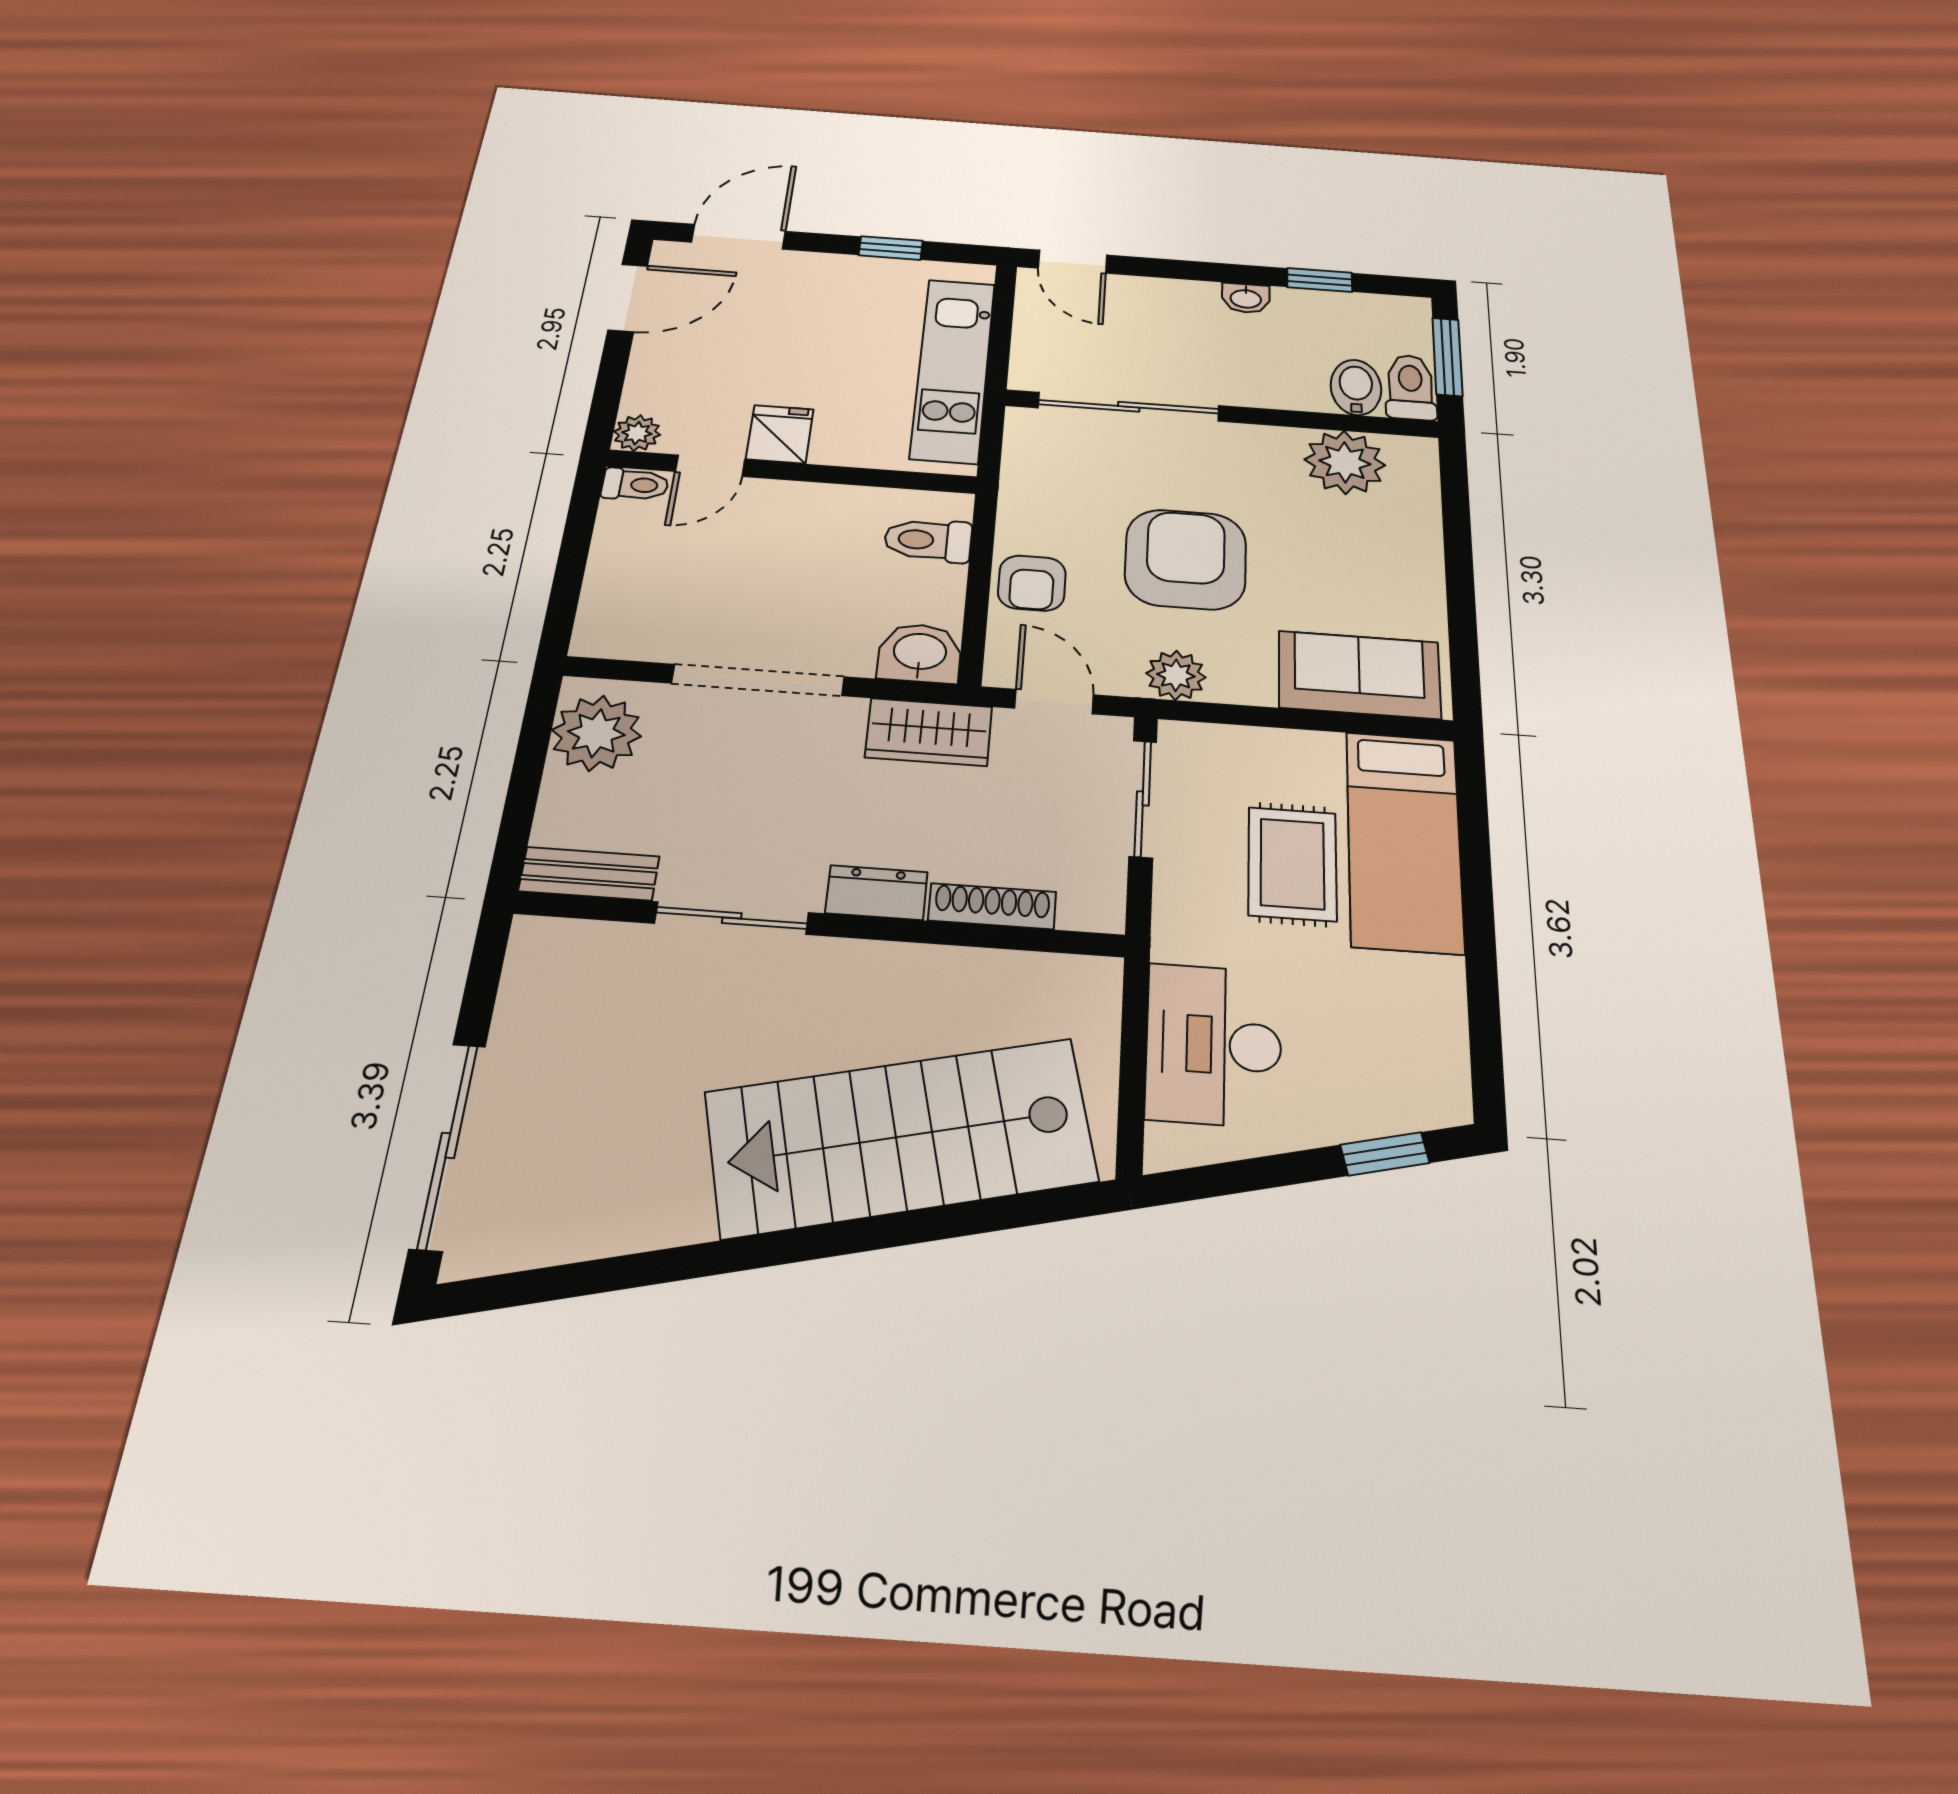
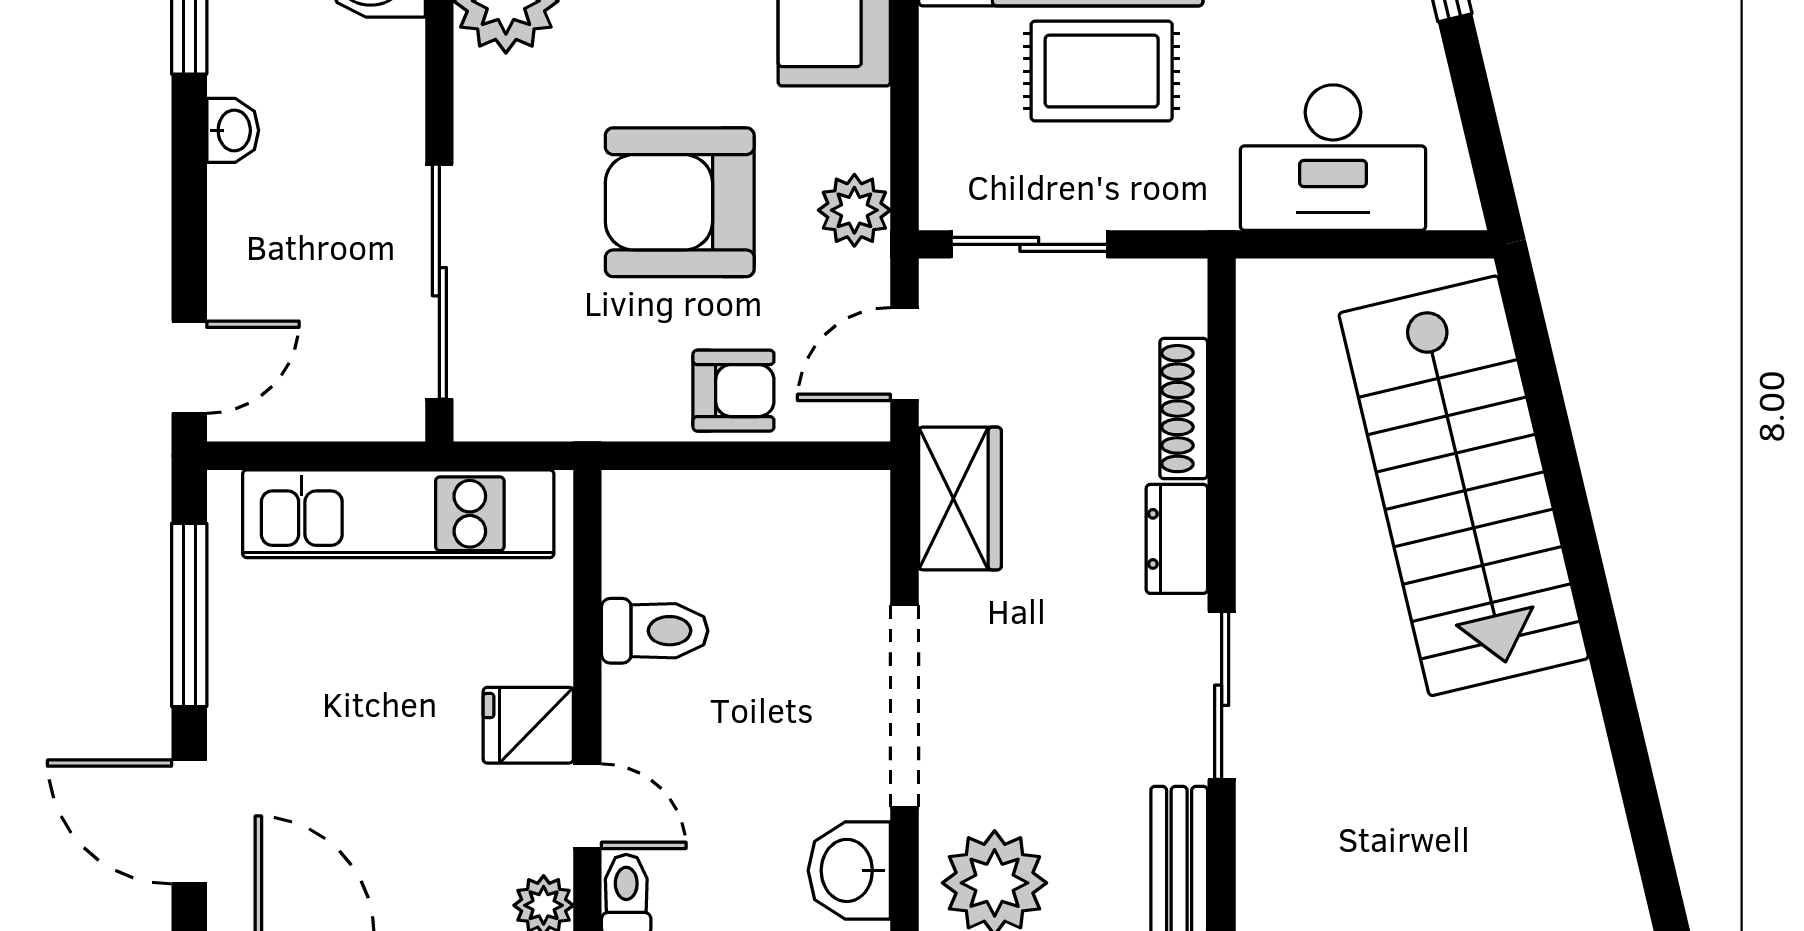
window: (891, 248) -> (189, 615), width x2.17
toilet: (928, 540) -> (655, 631), moved, turned -90
washbasin: (920, 653) -> (849, 870), moved

